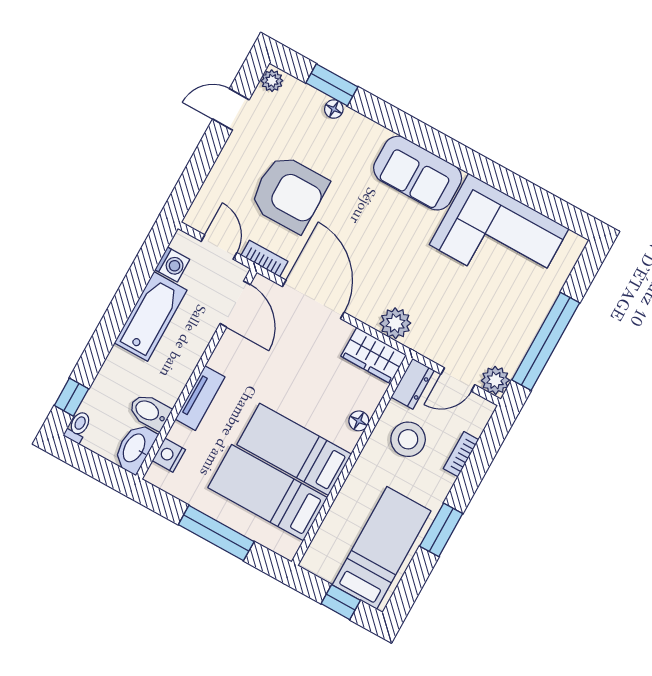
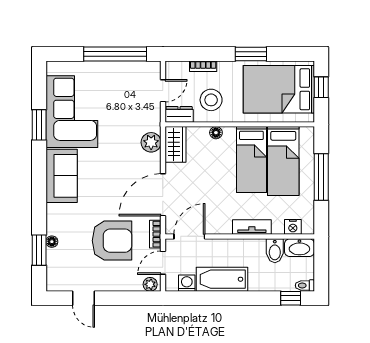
plant: (272, 81) -> (150, 284), moved
window: (506, 181) -> (39, 125), added
armchair: (289, 193) -> (112, 241), turned 90
door: (458, 380) -> (163, 91), hinge flipped
plant: (495, 380) -> (152, 70), removed
bed: (382, 548) -> (279, 89), width x1.50

